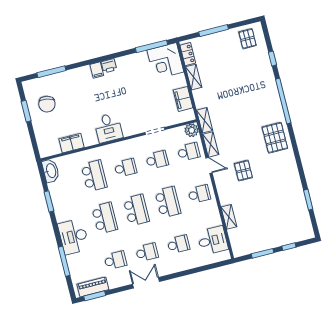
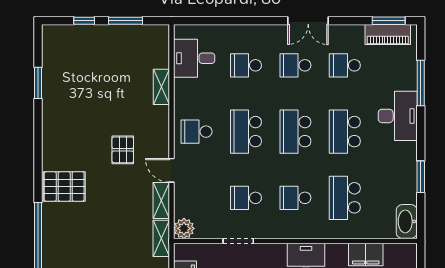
pallet: (275, 138) -> (64, 187), turned 90
school desk: (189, 152) -> (196, 198), removed

